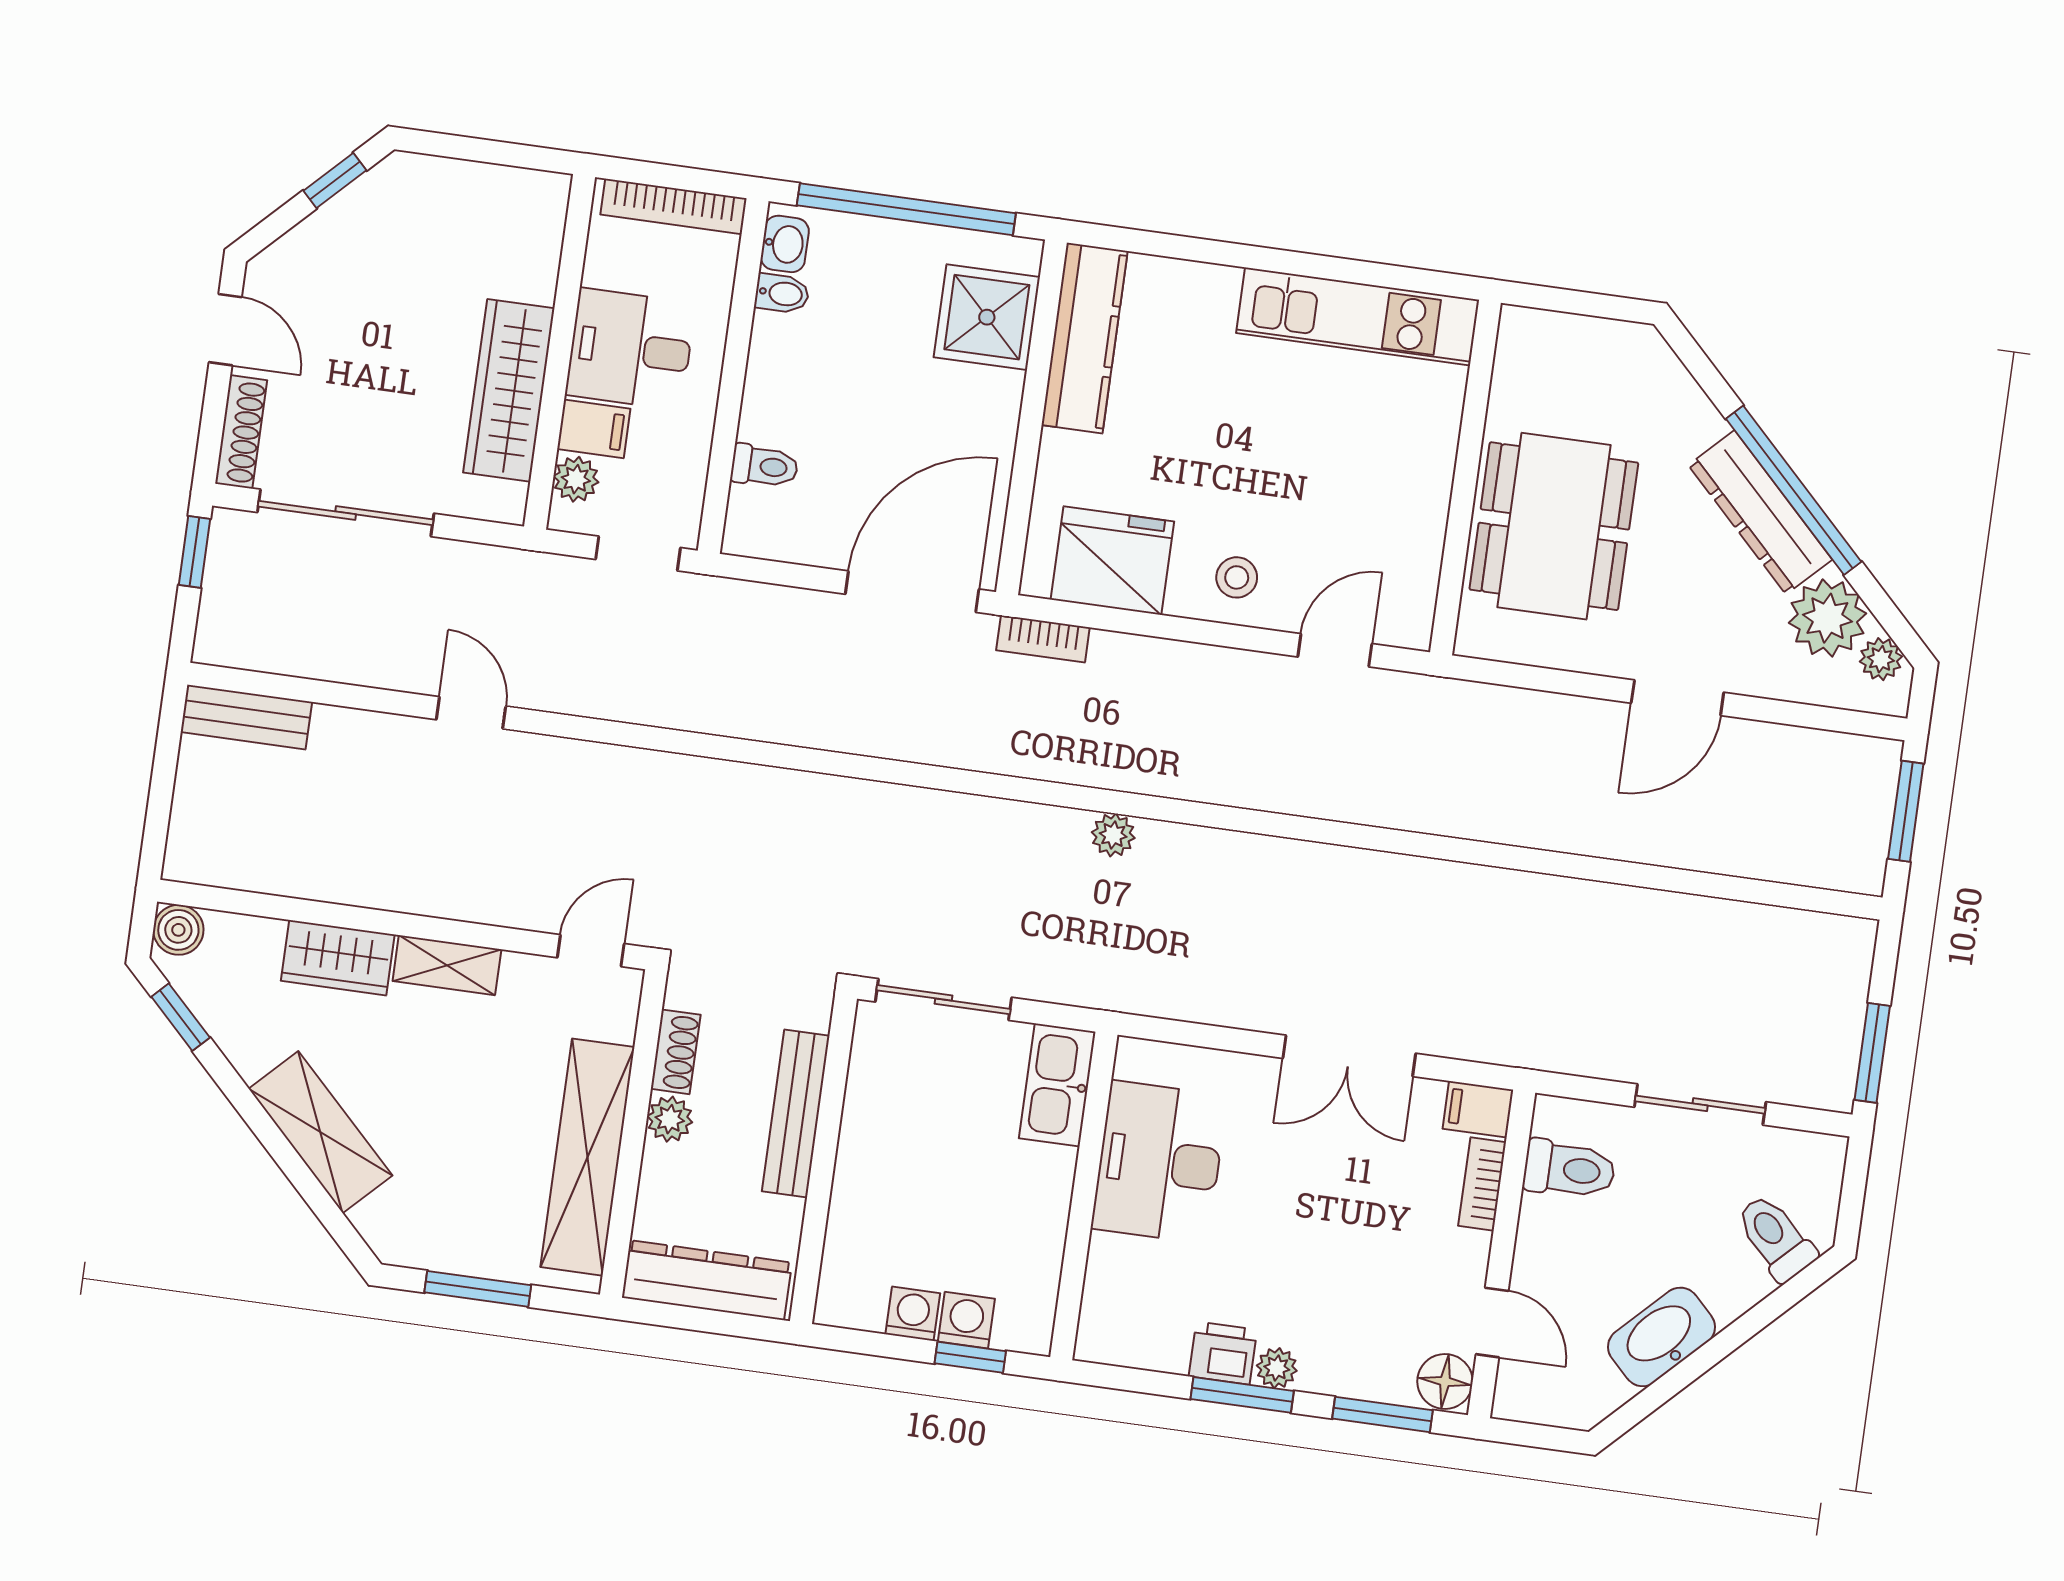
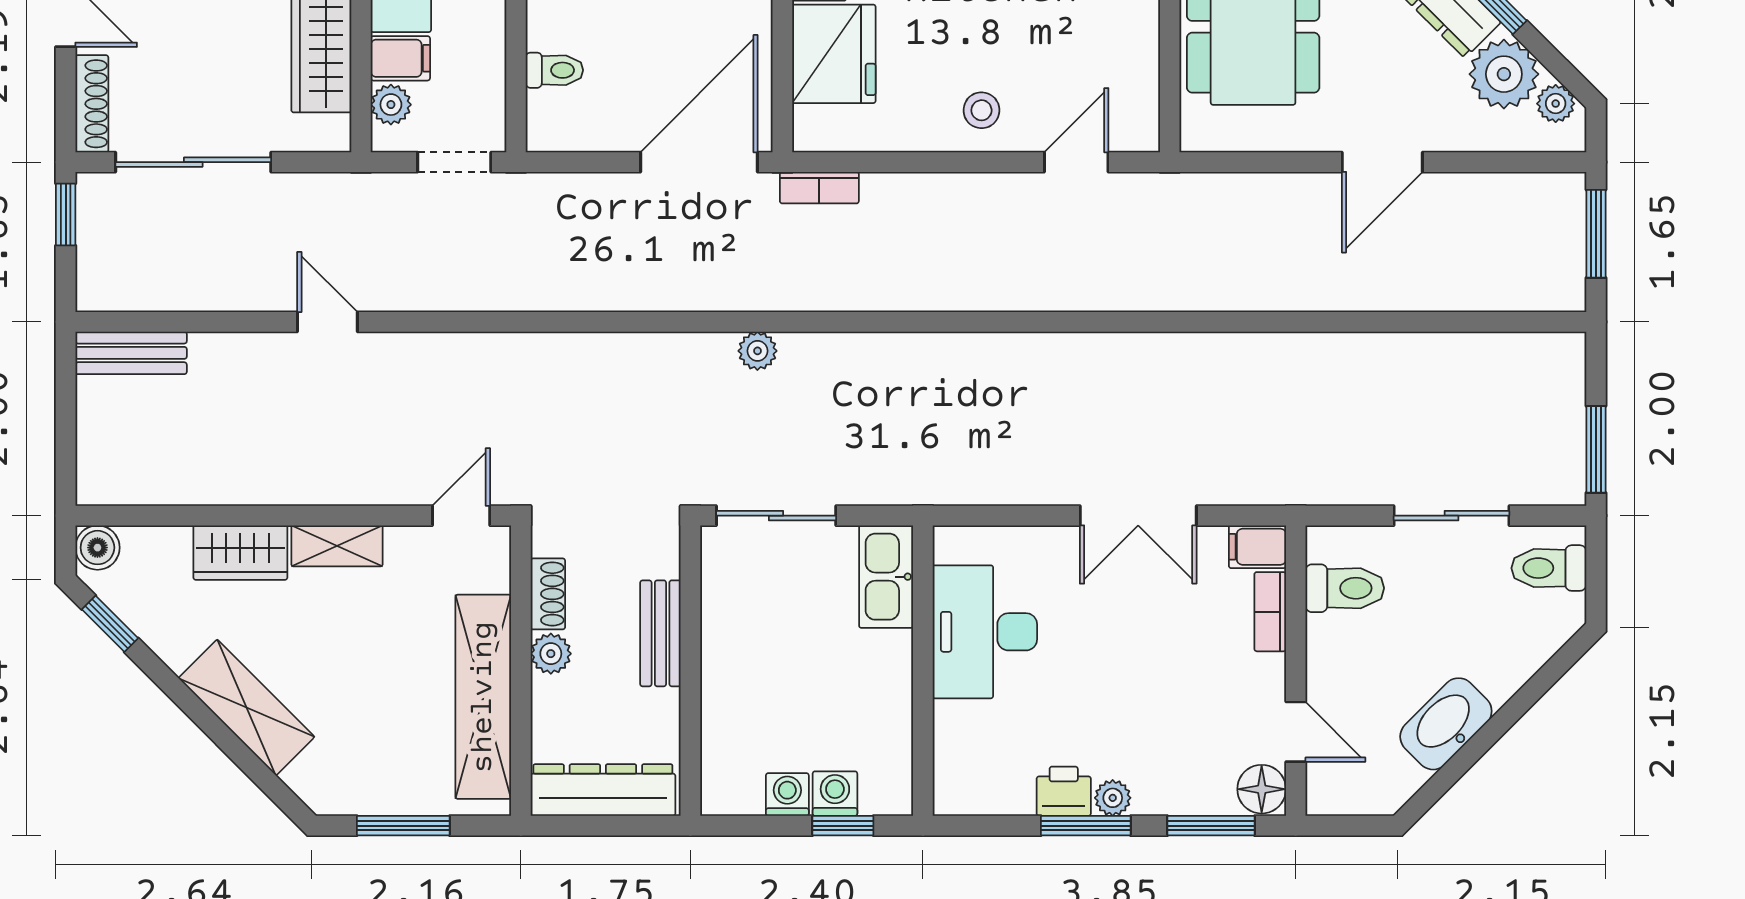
fridge: (1112, 561) -> (834, 54), moved, turned 90
plant: (1113, 835) -> (757, 351), moved
bench: (796, 1113) -> (660, 633), width x0.73
toilet: (1776, 1238) -> (1549, 568), moved, turned -45

